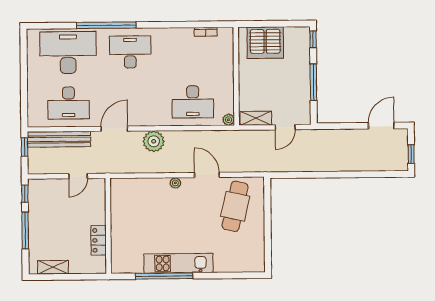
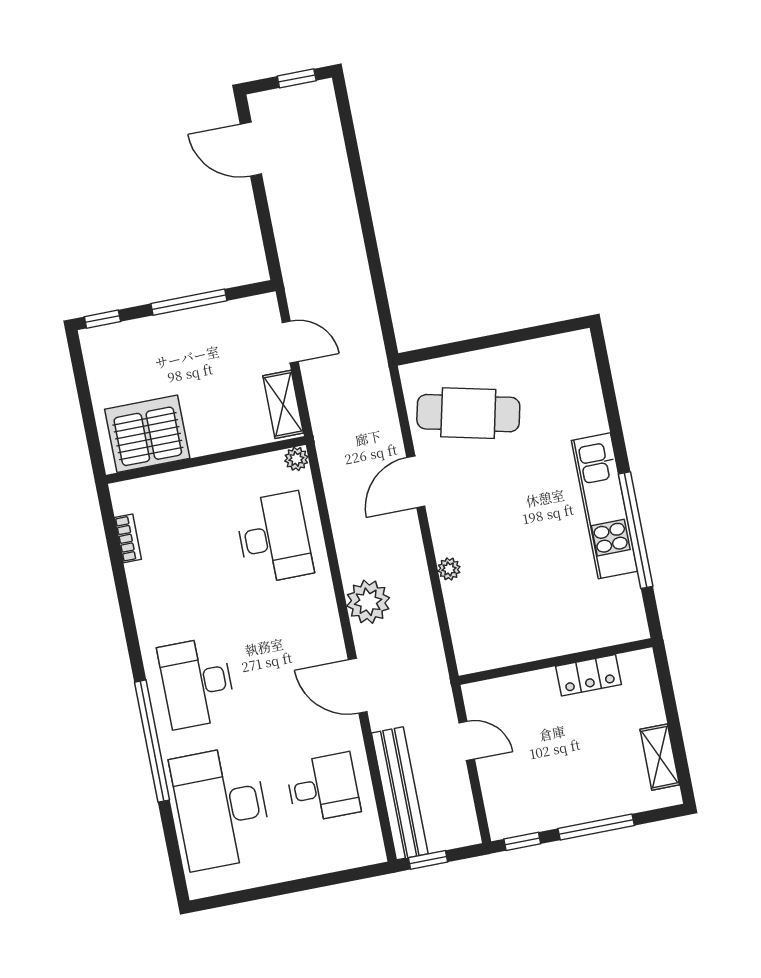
server rack: (265, 43) -> (147, 434), moved, turned -90
desk: (69, 103) -> (323, 788), width x0.73
plant: (175, 183) -> (449, 569), moved

